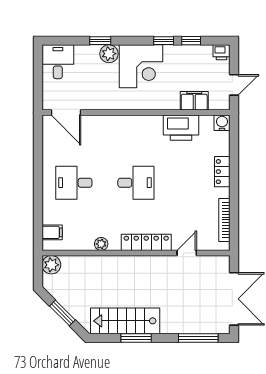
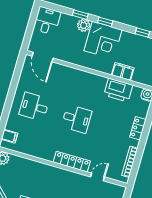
window: (164, 41) -> (105, 22), moved
filing cabinet: (194, 101) -> (123, 71), moved
plant: (101, 244) -> (41, 154), removed

